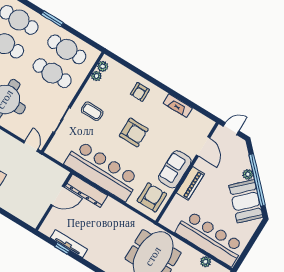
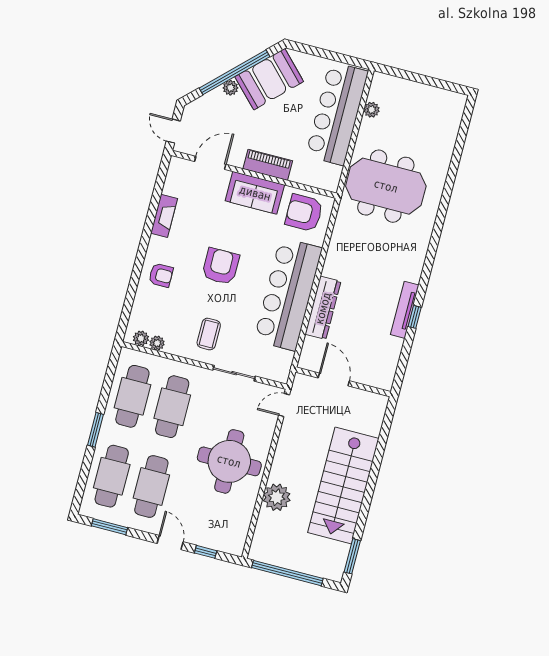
door: (57, 196) -> (334, 379), moved
wall: (54, 201) -> (343, 382), moved

